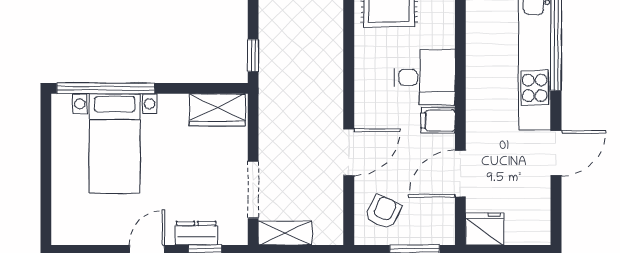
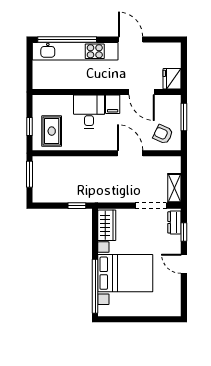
bed with nightstands: (115, 144) -> (125, 273), width x1.36
dresser: (196, 233) -> (174, 222), moved

